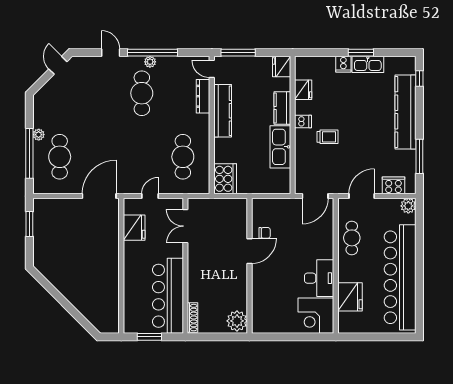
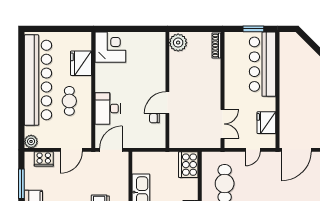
cafe table: (352, 238) -> (69, 101), moved
desk: (319, 278) -> (108, 108), moved
bar counter: (168, 296) -> (263, 64), moved, turned 180

